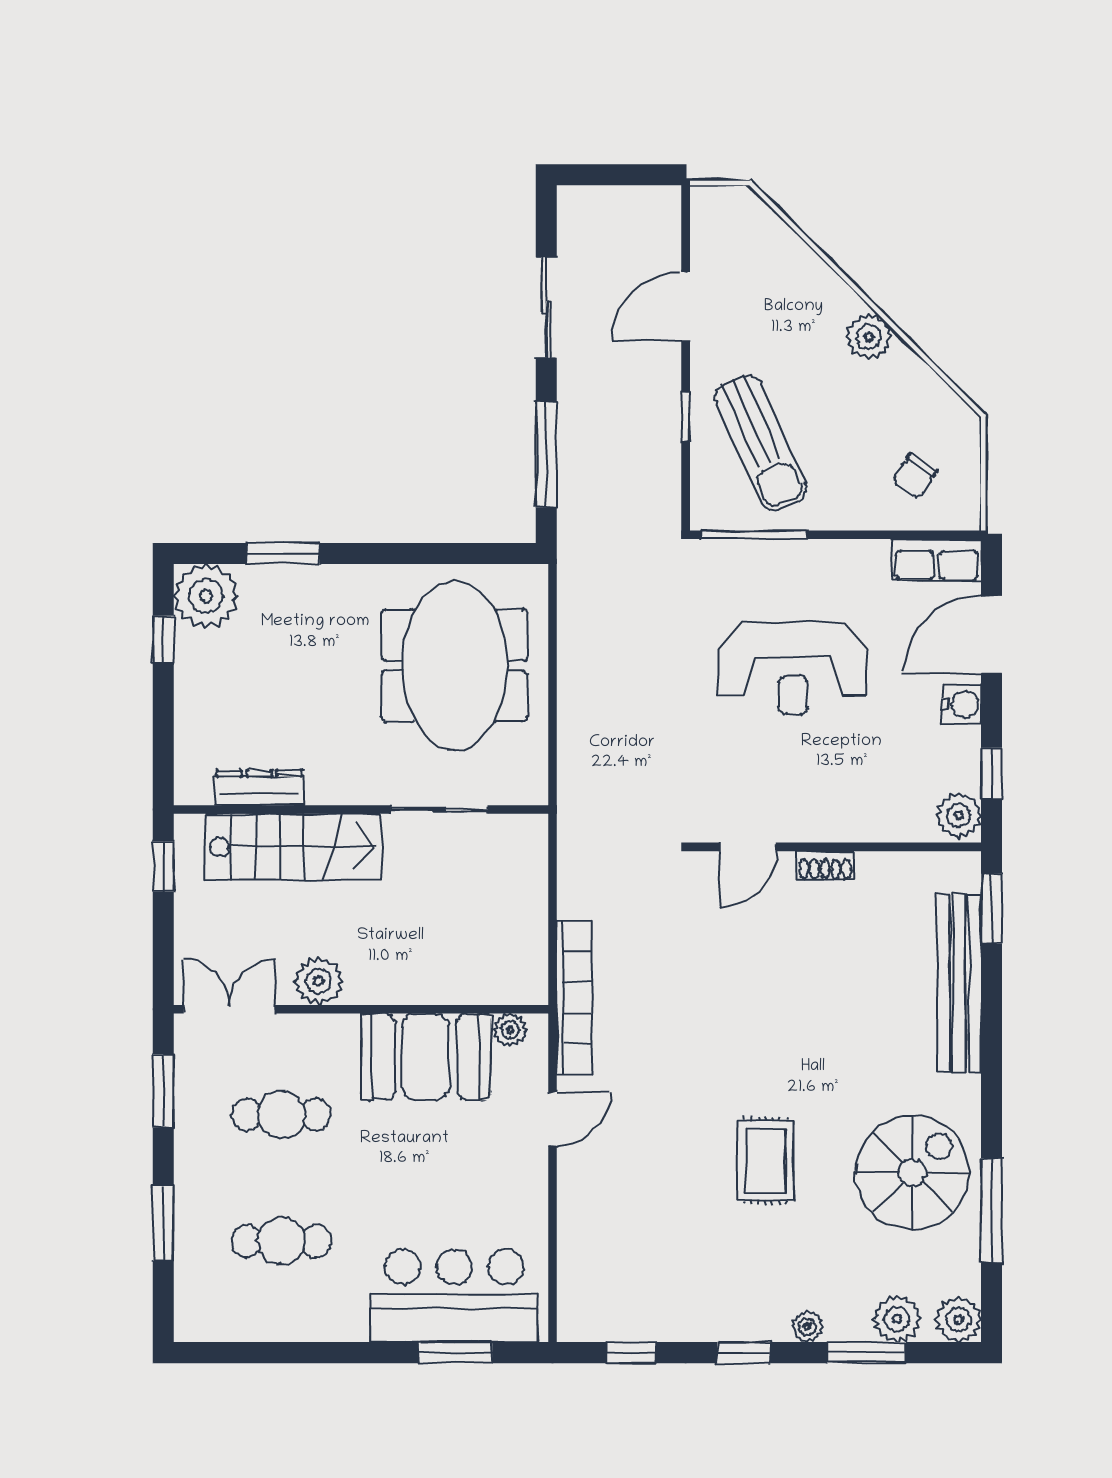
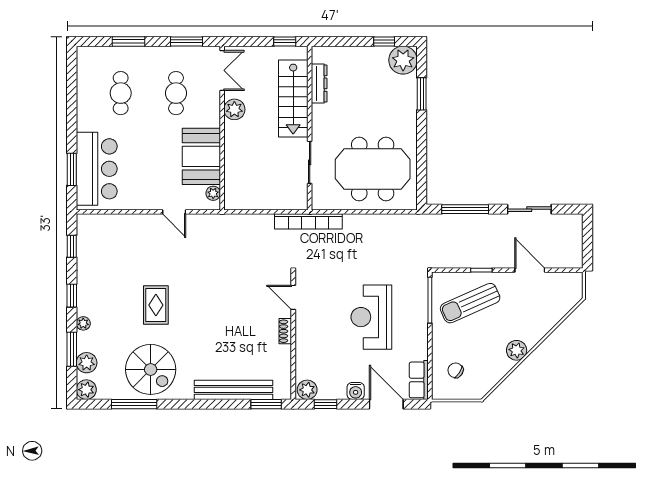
bookcase: (574, 998) -> (308, 221), moved
rug: (765, 1161) -> (156, 305), turned 90

